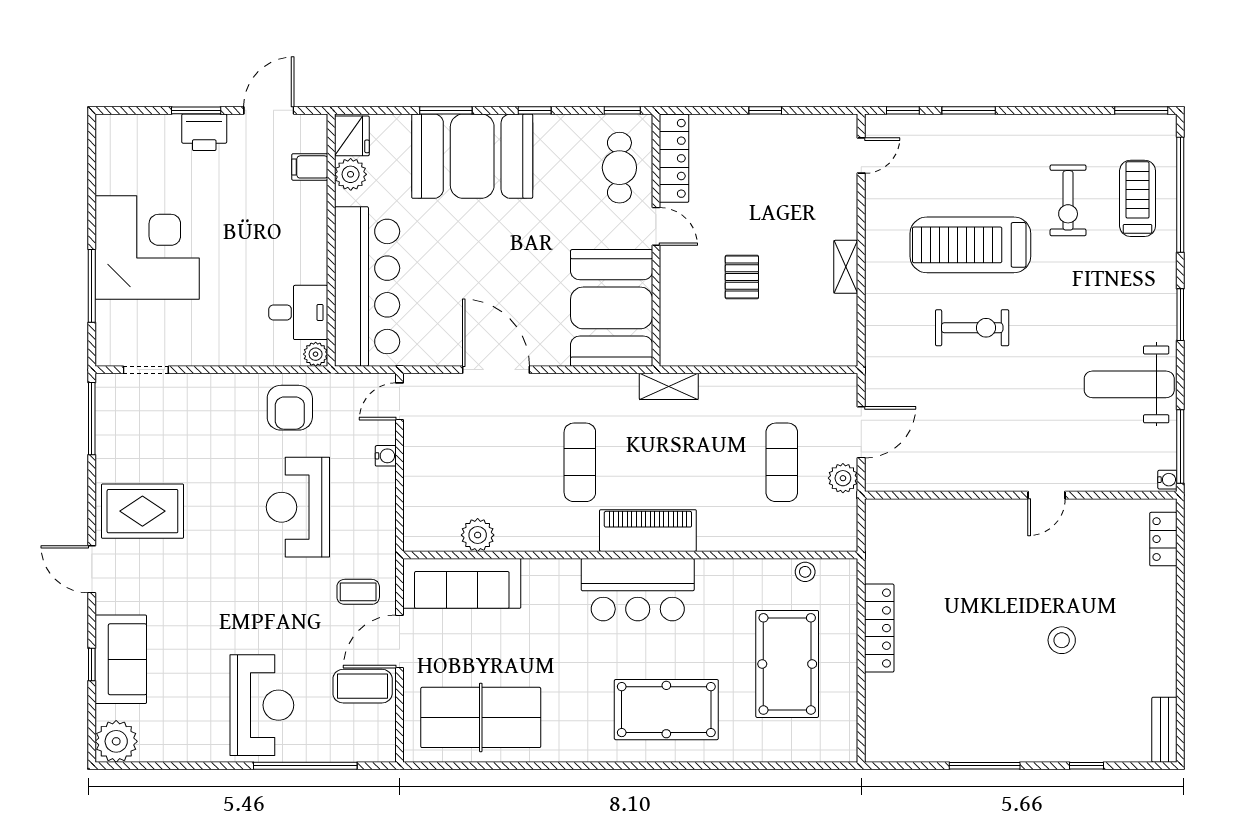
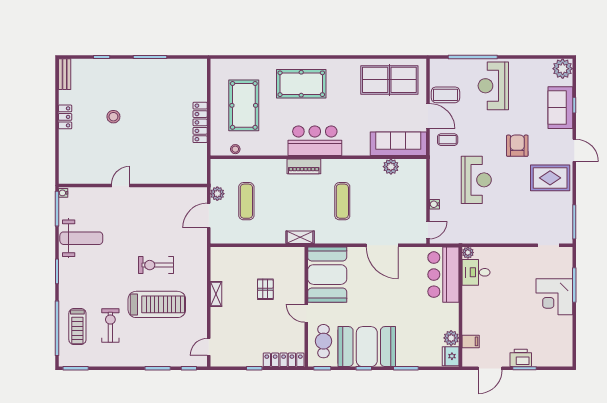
booth: (472, 156) -> (367, 347), moved
locker: (674, 158) -> (284, 360), moved, turned 90
corner desk: (147, 247) -> (554, 297), width x0.74, depth x0.74
bar counter: (367, 286) -> (443, 275), width x0.73
armchair: (290, 408) -> (517, 146), moved
piano: (648, 531) -> (304, 166), width x0.73, depth x0.75
locker: (1163, 539) -> (65, 117), moved
door: (399, 641) -> (428, 116), hinge flipped

